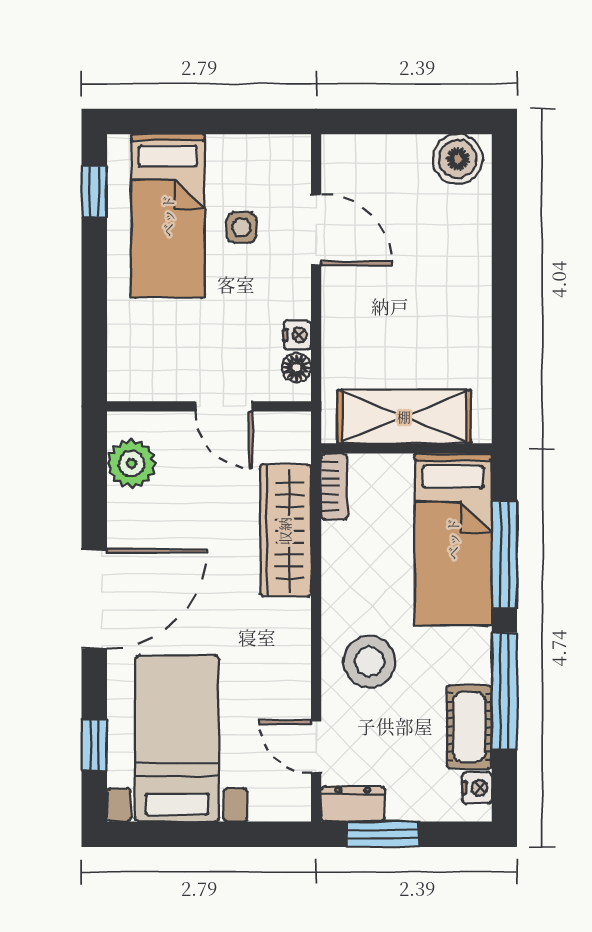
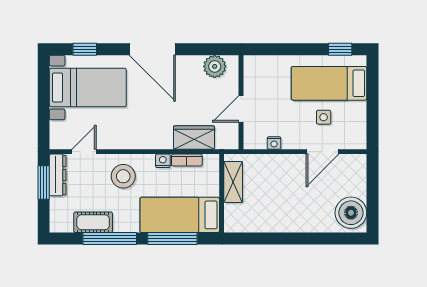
boiler: (458, 159) -> (351, 213), width x1.37, depth x1.37
floor lamp: (296, 368) -> (259, 143), removed
shelving: (404, 417) -> (233, 182), width x0.67, depth x0.75
bookcase: (334, 486) -> (187, 160), moved
wardrobe: (285, 531) -> (194, 138), width x0.67
nightstand: (477, 788) -> (163, 161), moved, turned 180
dresser: (353, 804) -> (58, 175), width x1.44

